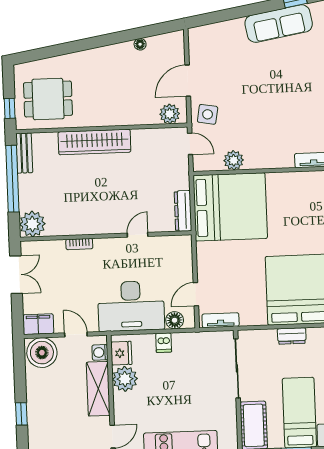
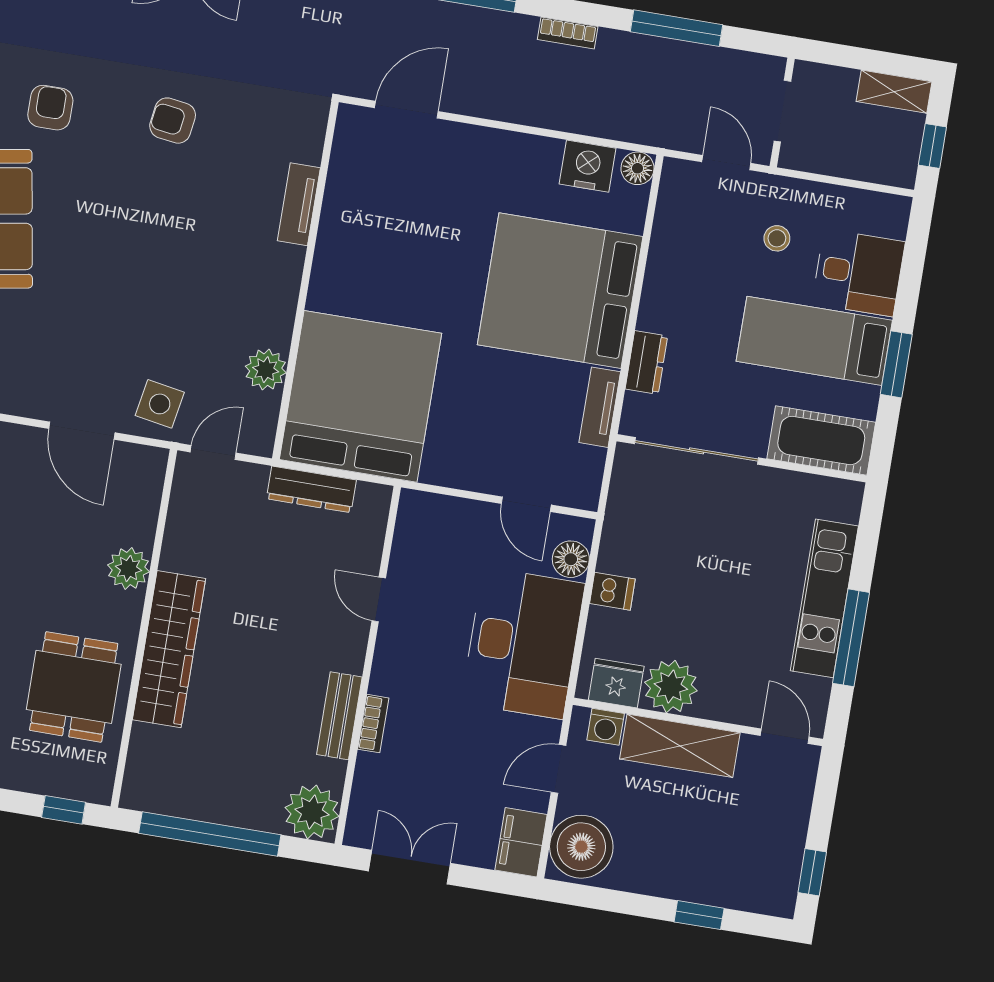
dining table: (48, 99) -> (74, 687), moved
plant: (170, 114) -> (128, 568), moved
bench: (24, 153) -> (339, 716), moved, turned 90
dresser: (183, 211) -> (311, 489), moved
tv unit: (221, 320) -> (600, 407), moved
dresser: (292, 336) -> (646, 362), moved

